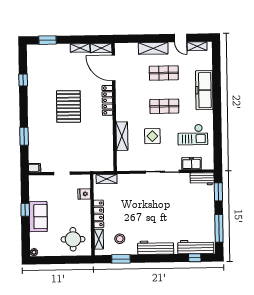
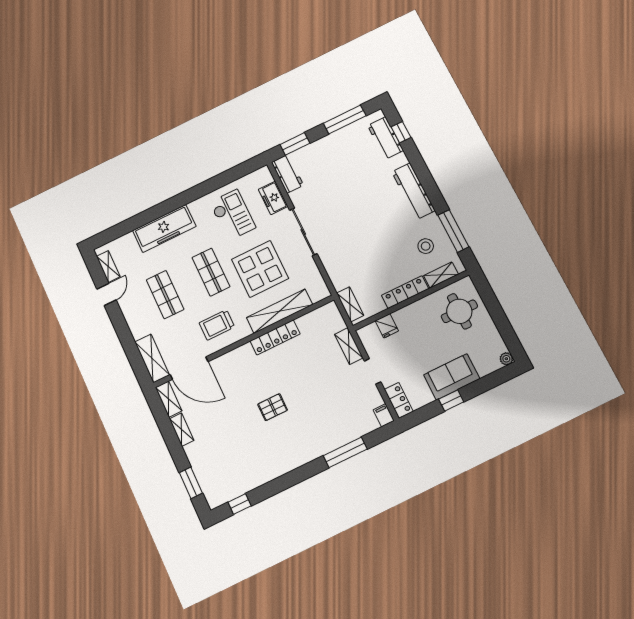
shelving: (153, 48) -> (152, 358), moved
door: (114, 68) -> (189, 368), hinge flipped
window: (23, 80) -> (240, 504), moved
trolley: (131, 96) -> (217, 325), added
locker: (107, 100) -> (275, 337), moved
pallet: (68, 107) -> (273, 407), width x0.49, depth x0.50
window: (24, 136) -> (345, 452), width x1.44
shelving: (122, 136) -> (280, 311), width x1.47
display table: (152, 136) -> (260, 269), width x1.86, depth x1.86
shelving: (83, 167) -> (349, 346), added
locker: (39, 180) -> (399, 400), added
workbench: (196, 247) -> (385, 138), width x0.73
window: (121, 259) -> (453, 231), width x1.44

